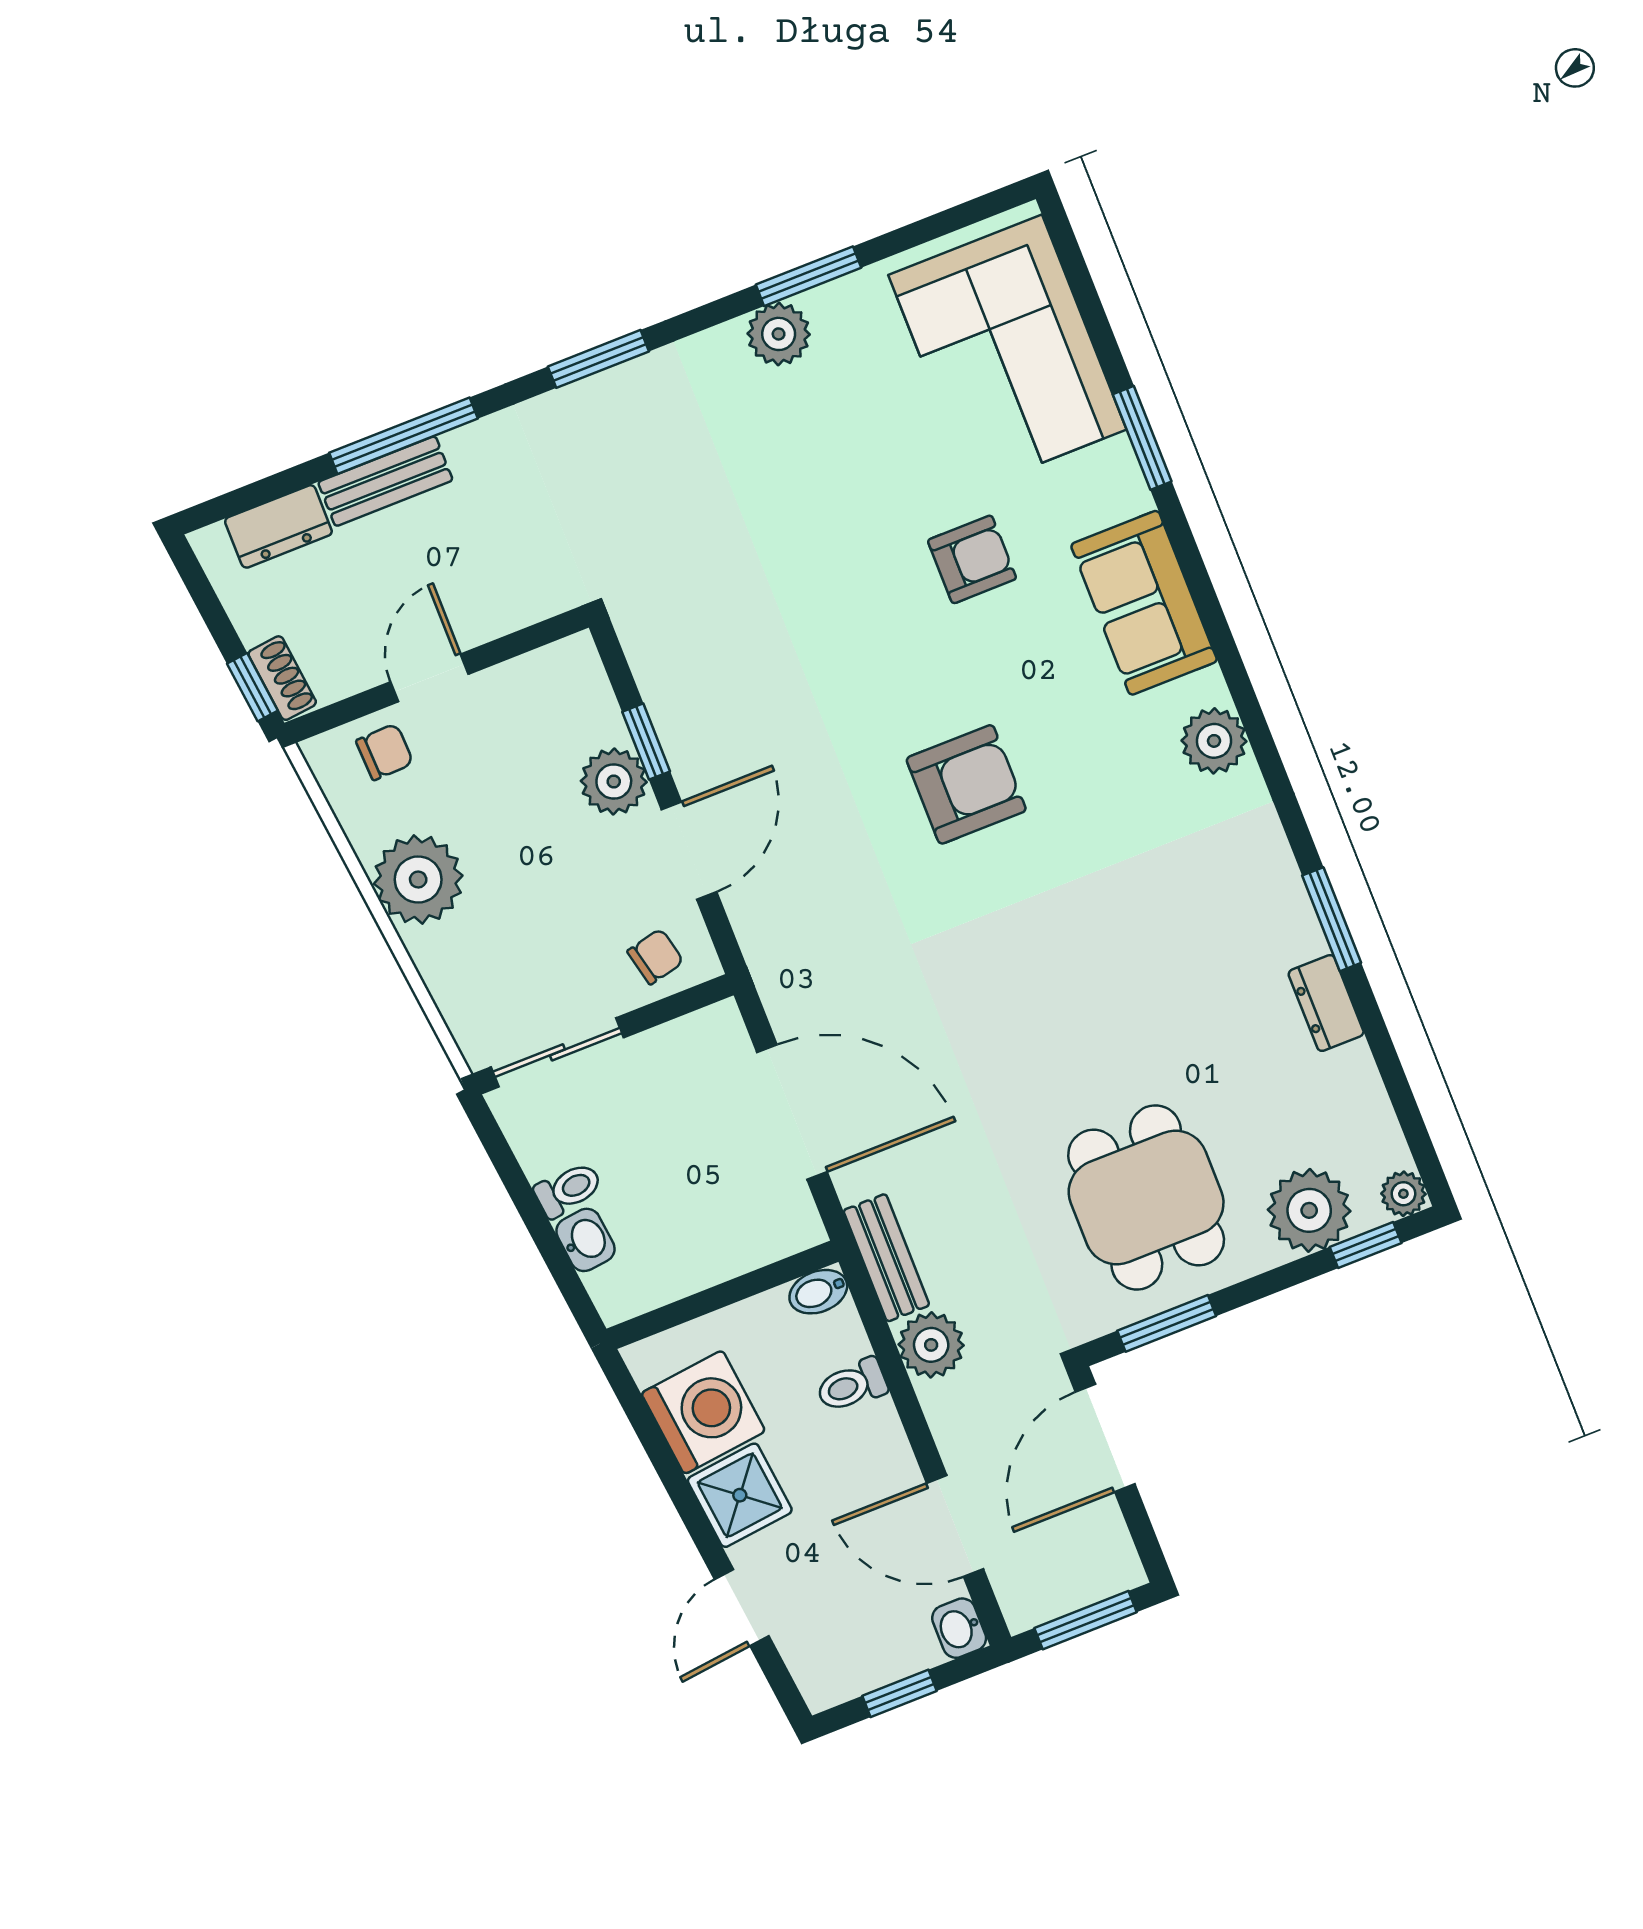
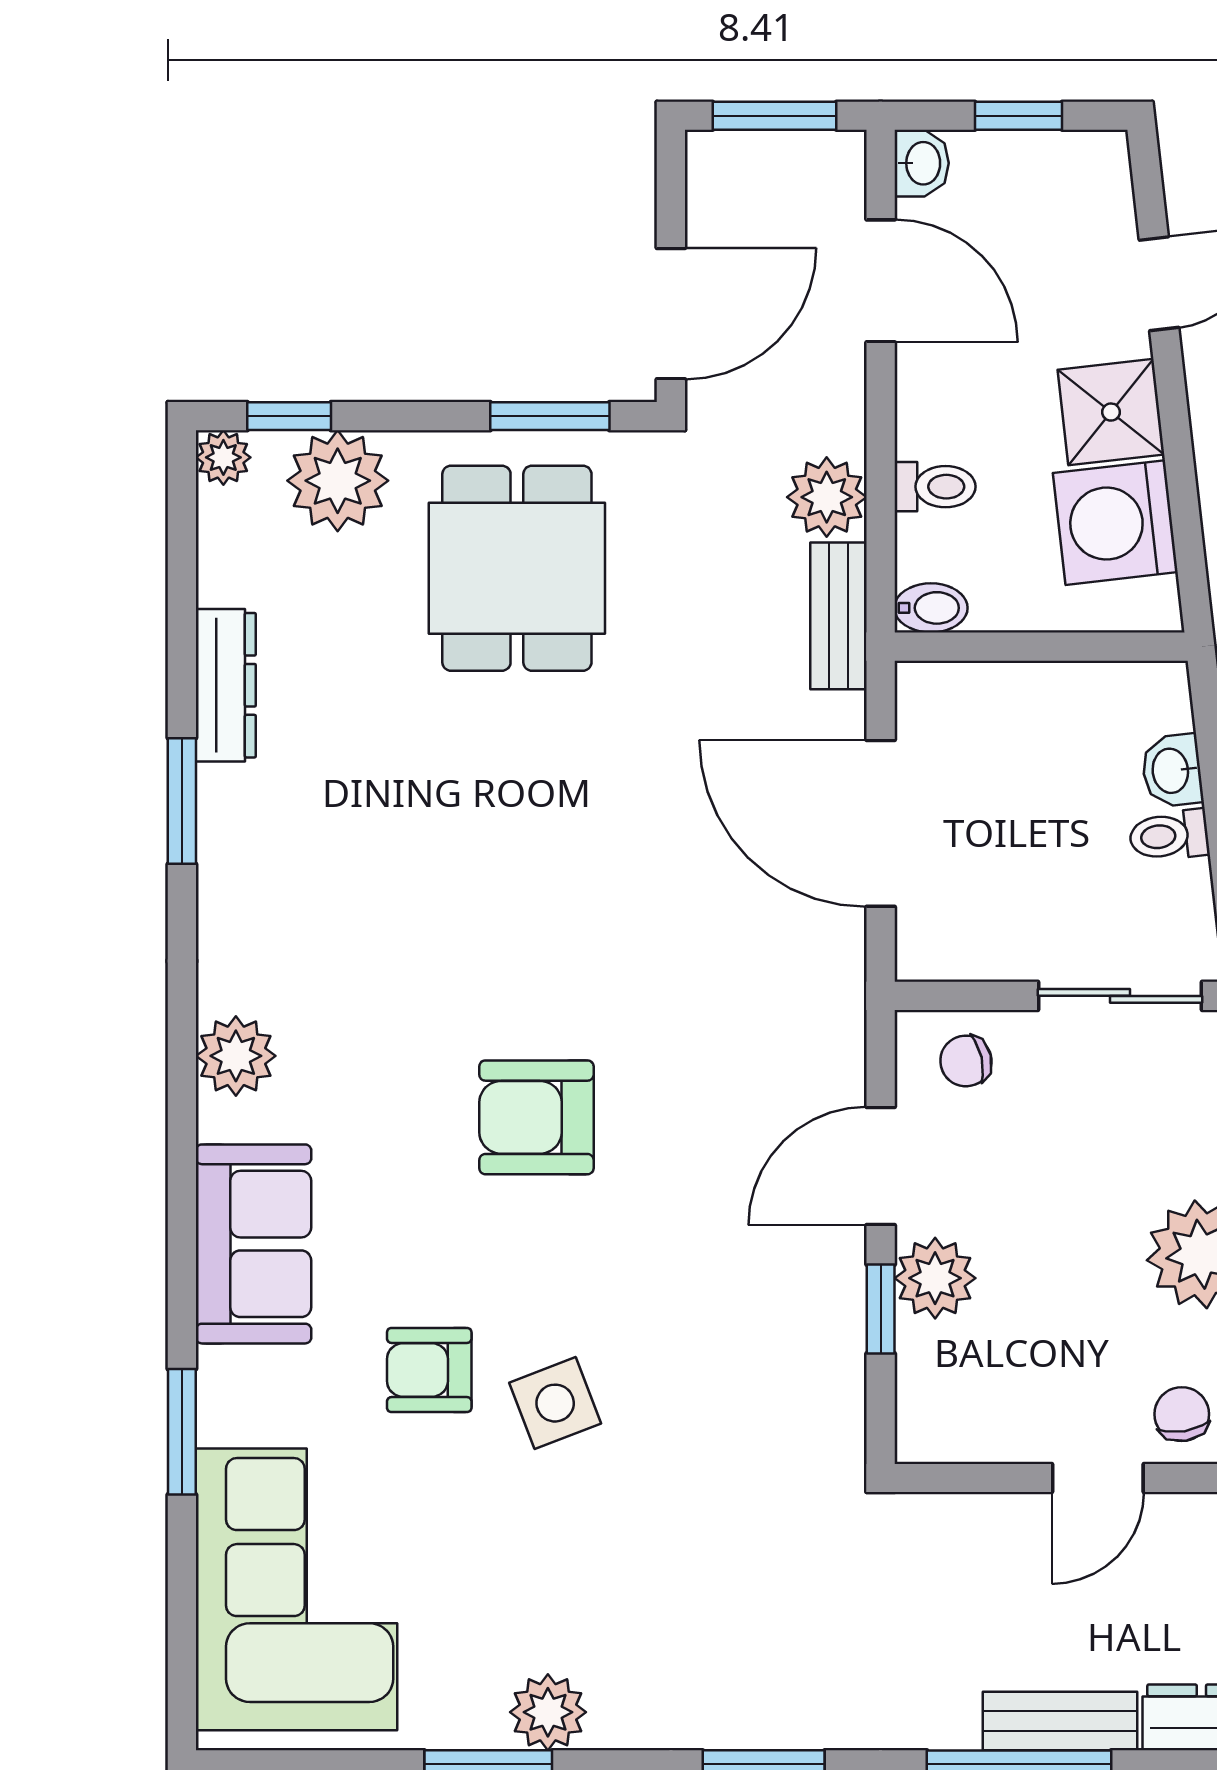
side table: (866, 572) -> (555, 1403), added
chair: (385, 752) -> (1182, 1414), turned 83
dresser: (1326, 1003) -> (226, 685), width x1.44

